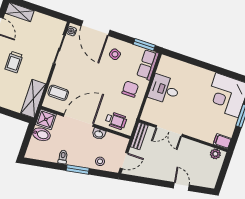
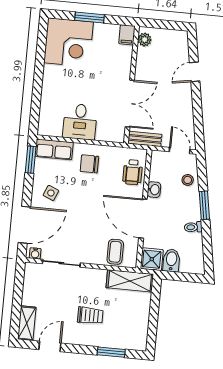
wheelchair: (116, 121) -> (133, 172), turned 180
double door: (169, 131) -> (130, 104), width x1.37

